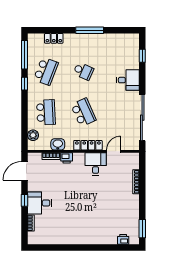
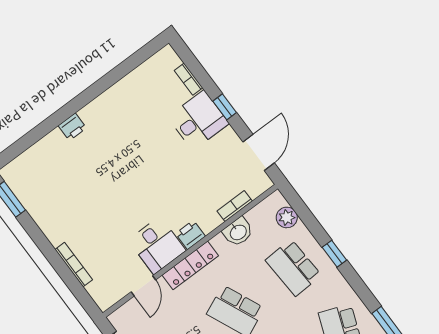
window: (25, 84) -> (334, 254), moved
printer: (67, 158) -> (190, 235), moved
printer: (123, 239) -> (72, 127), moved

